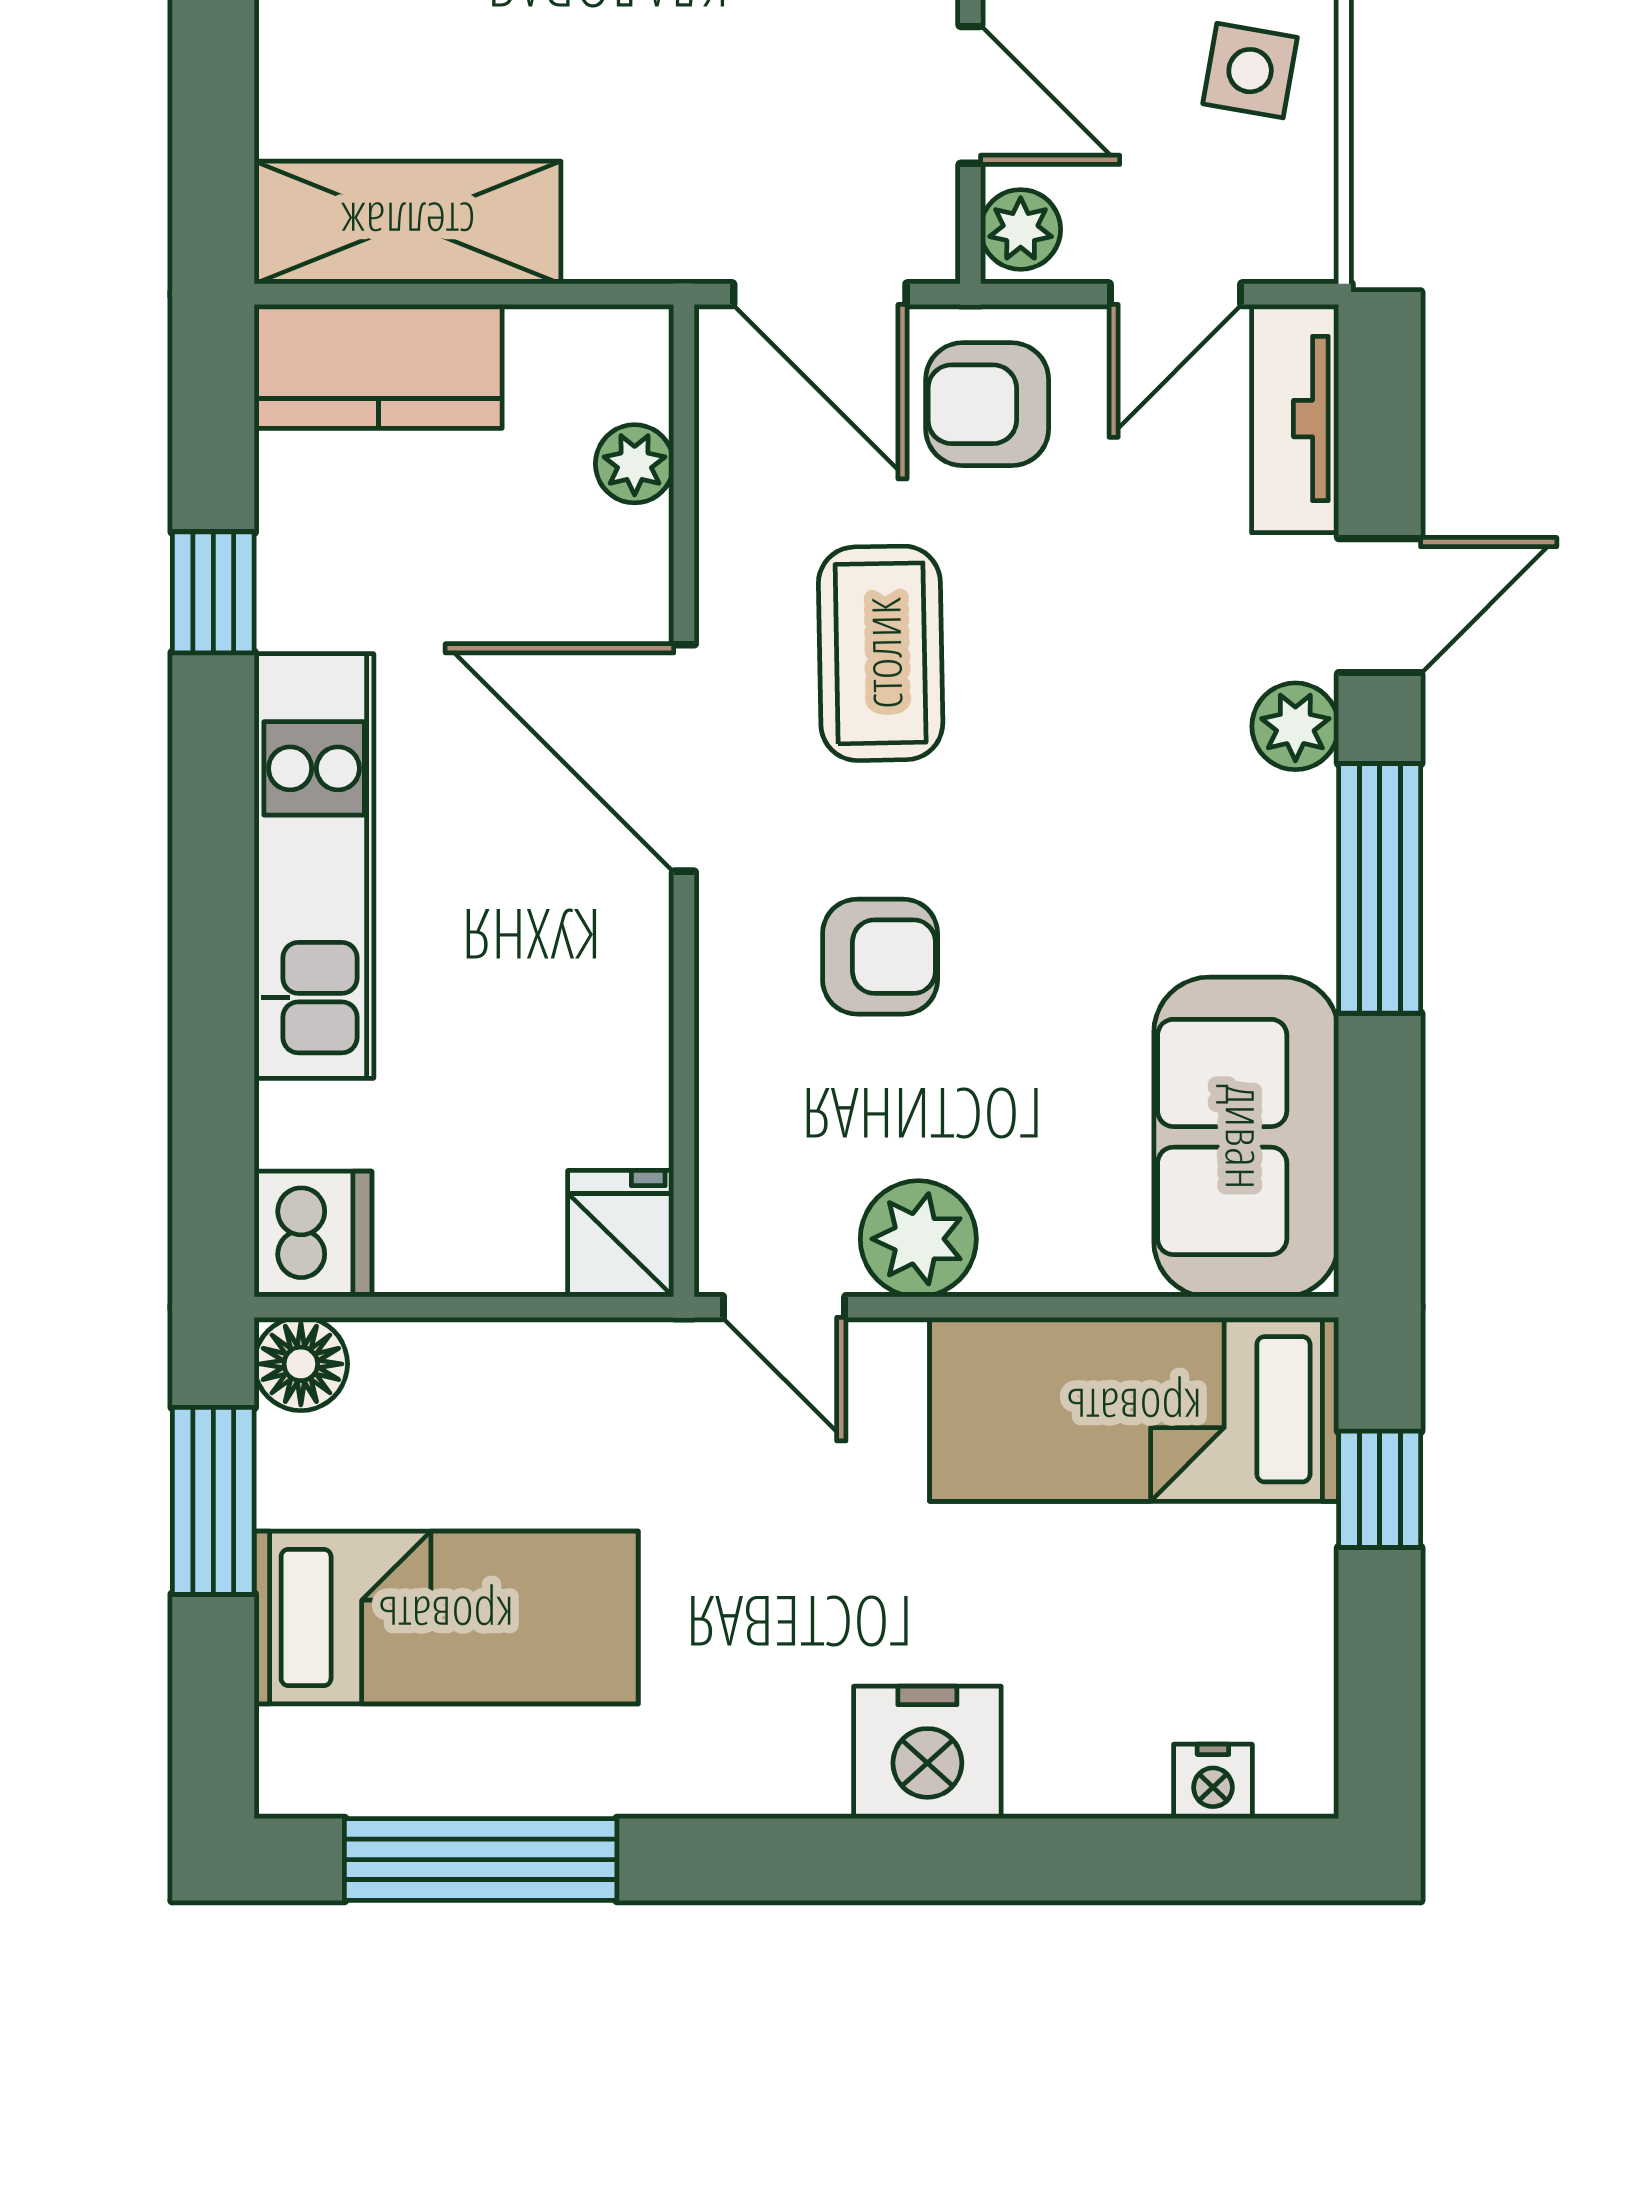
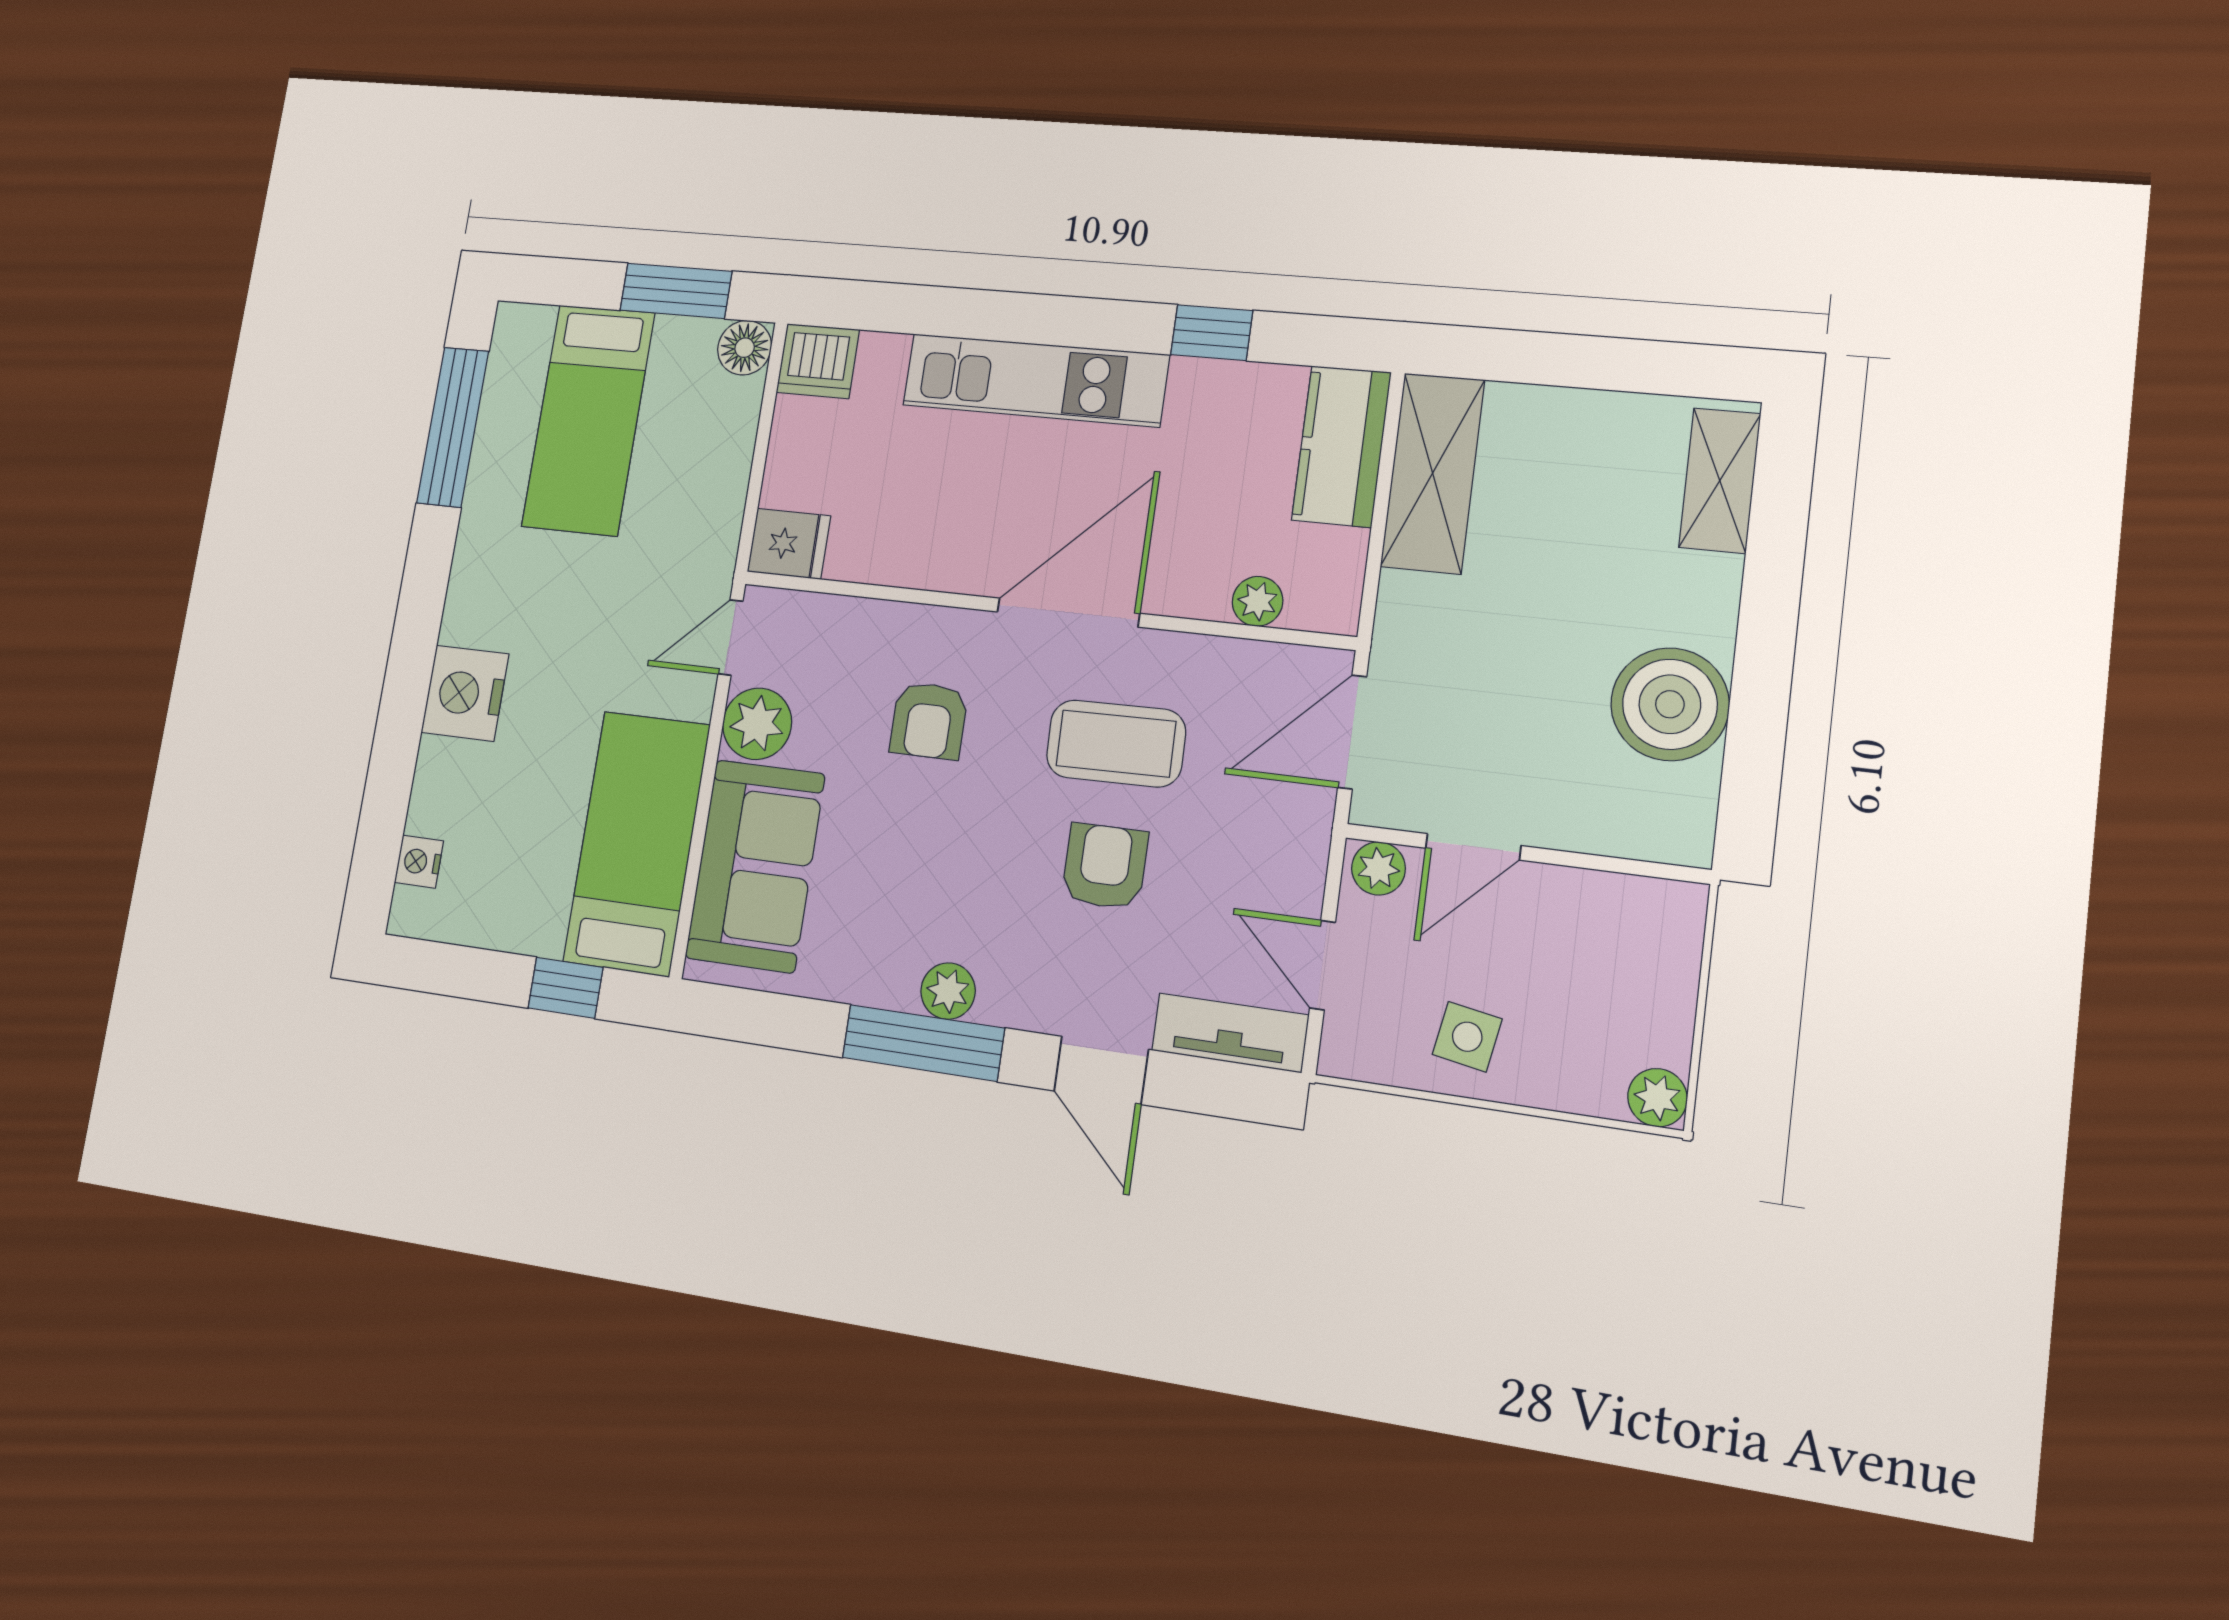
armchair: (987, 404) -> (1105, 866), moved
plant: (1295, 726) -> (948, 991), moved
sofa: (1246, 1137) -> (755, 866), moved, turned 90

